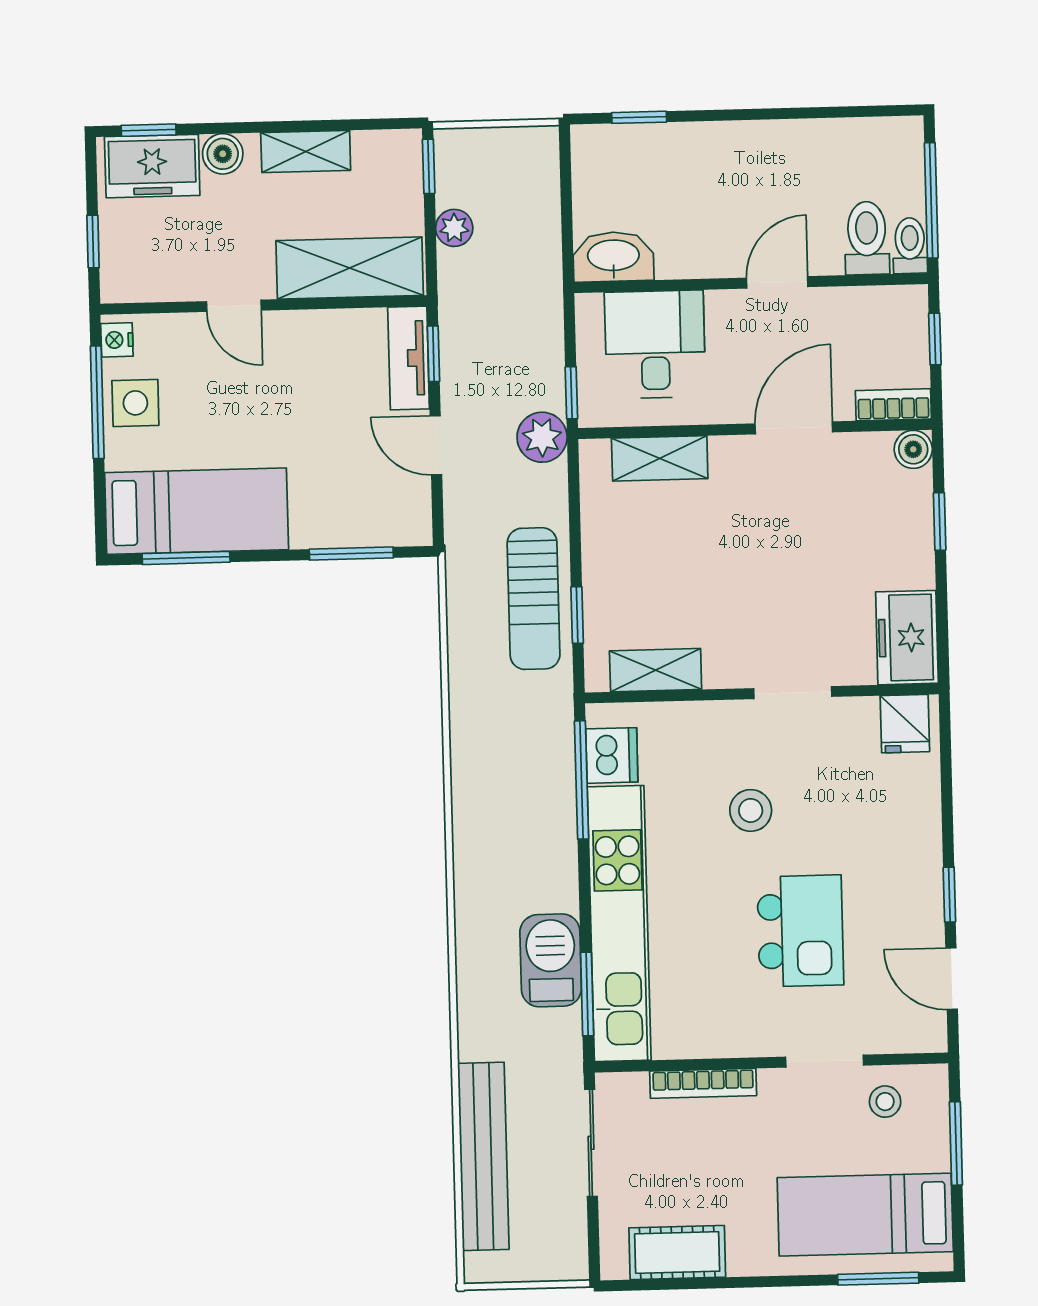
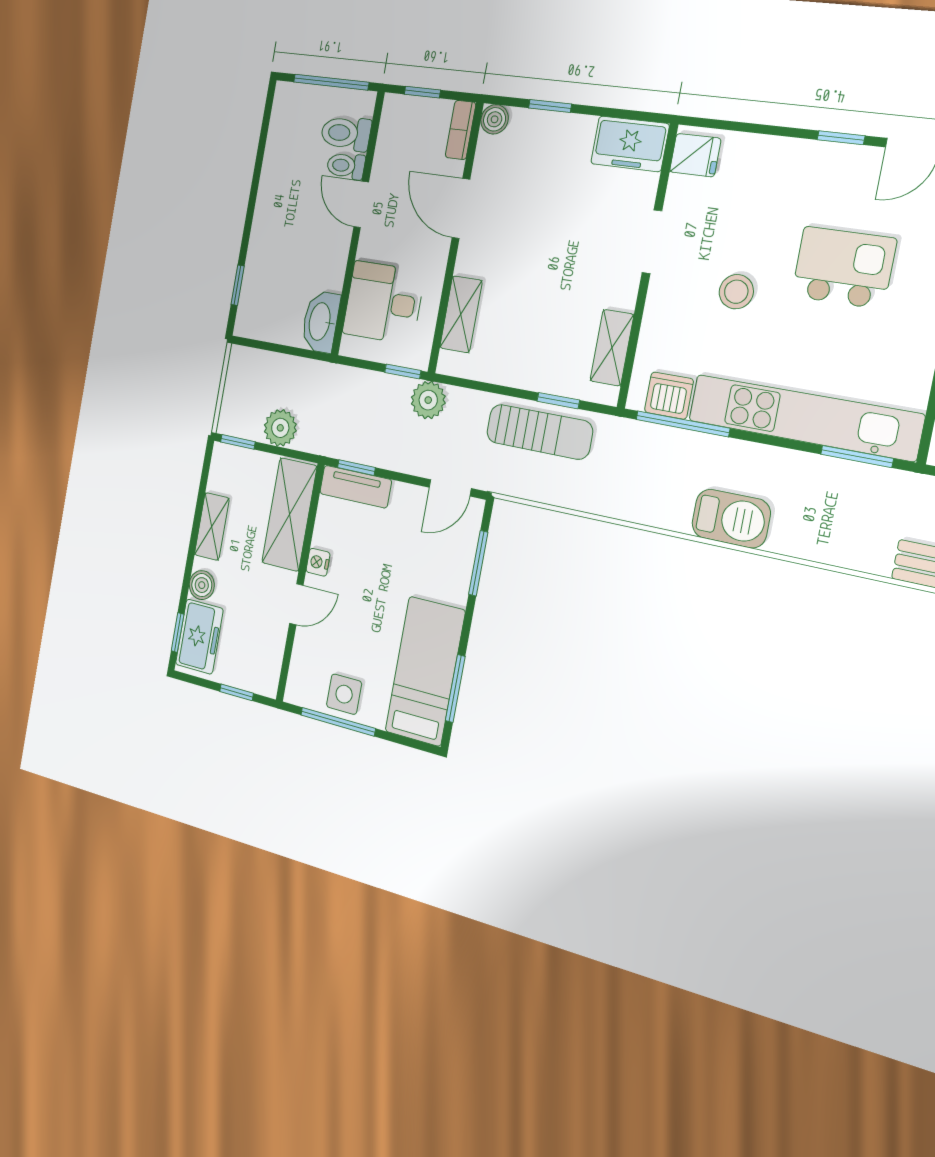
plant: (454, 228) -> (280, 428), width x1.38, depth x1.38
toilet: (910, 246) -> (346, 166), moved
nightstand: (117, 340) -> (318, 562), moved, turned 90
door: (436, 445) -> (450, 488), moved
barbecue: (551, 960) -> (731, 519), moved, turned 180

